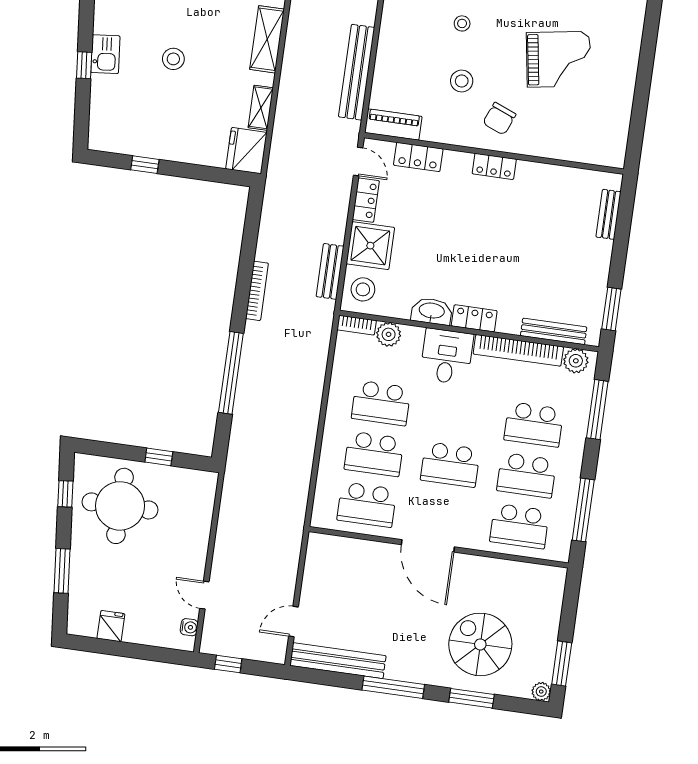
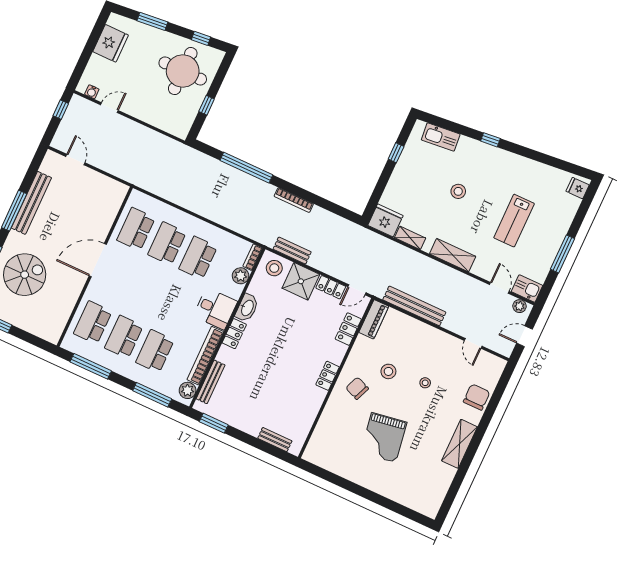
kitchen sink: (105, 54) -> (441, 137), moved, width x1.38
window: (84, 65) -> (490, 140), moved
school desk: (450, 465) -> (145, 290), removed
fridge: (111, 626) -> (111, 43), width x1.88, depth x1.34
bench: (338, 661) -> (31, 203), moved

